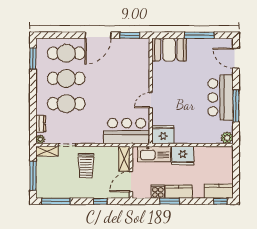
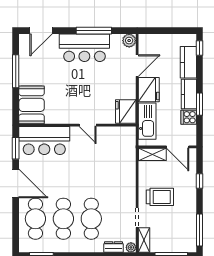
bar counter: (127, 131) -> (44, 141), moved, turned -90
door: (204, 145) -> (137, 66), added
kitchen counter: (219, 191) -> (188, 62), moved

